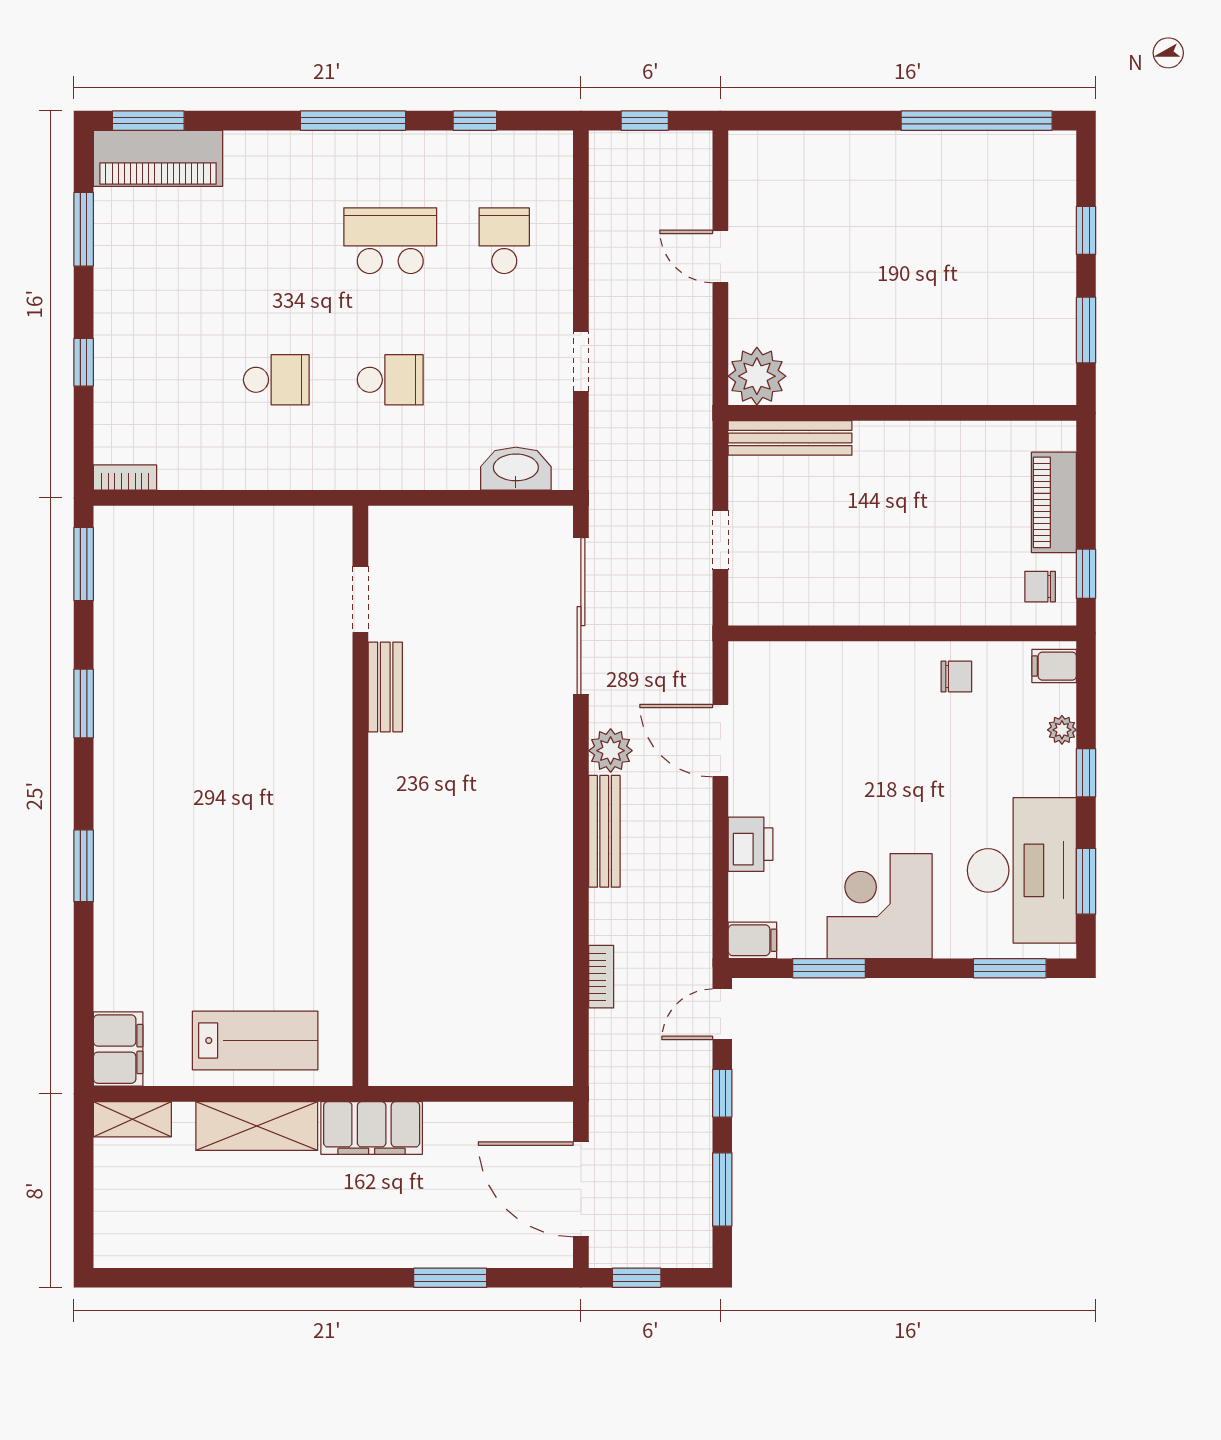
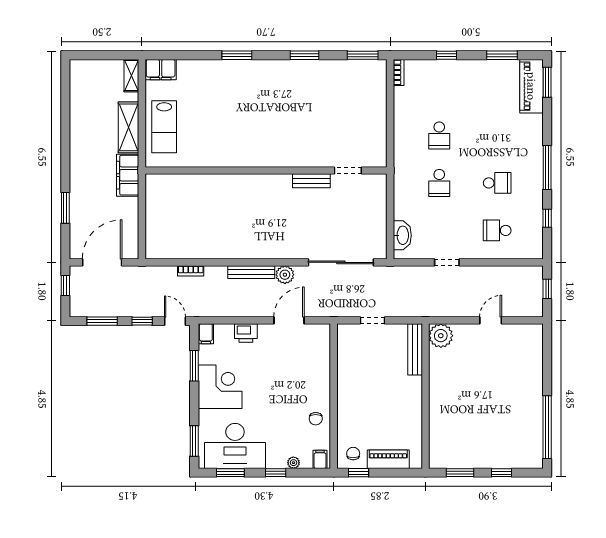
school desk: (390, 241) -> (497, 183), width x0.54
school desk: (504, 241) -> (497, 230), turned 180

